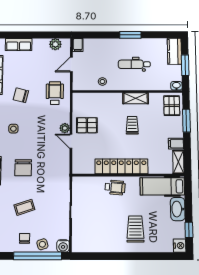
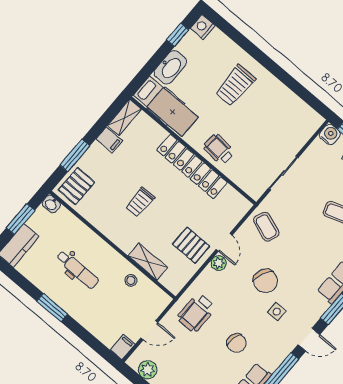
shelving: (136, 98) -> (148, 262), moved
chair: (23, 168) -> (265, 281), moved, turned 114
coffee table: (56, 168) -> (266, 227), added

